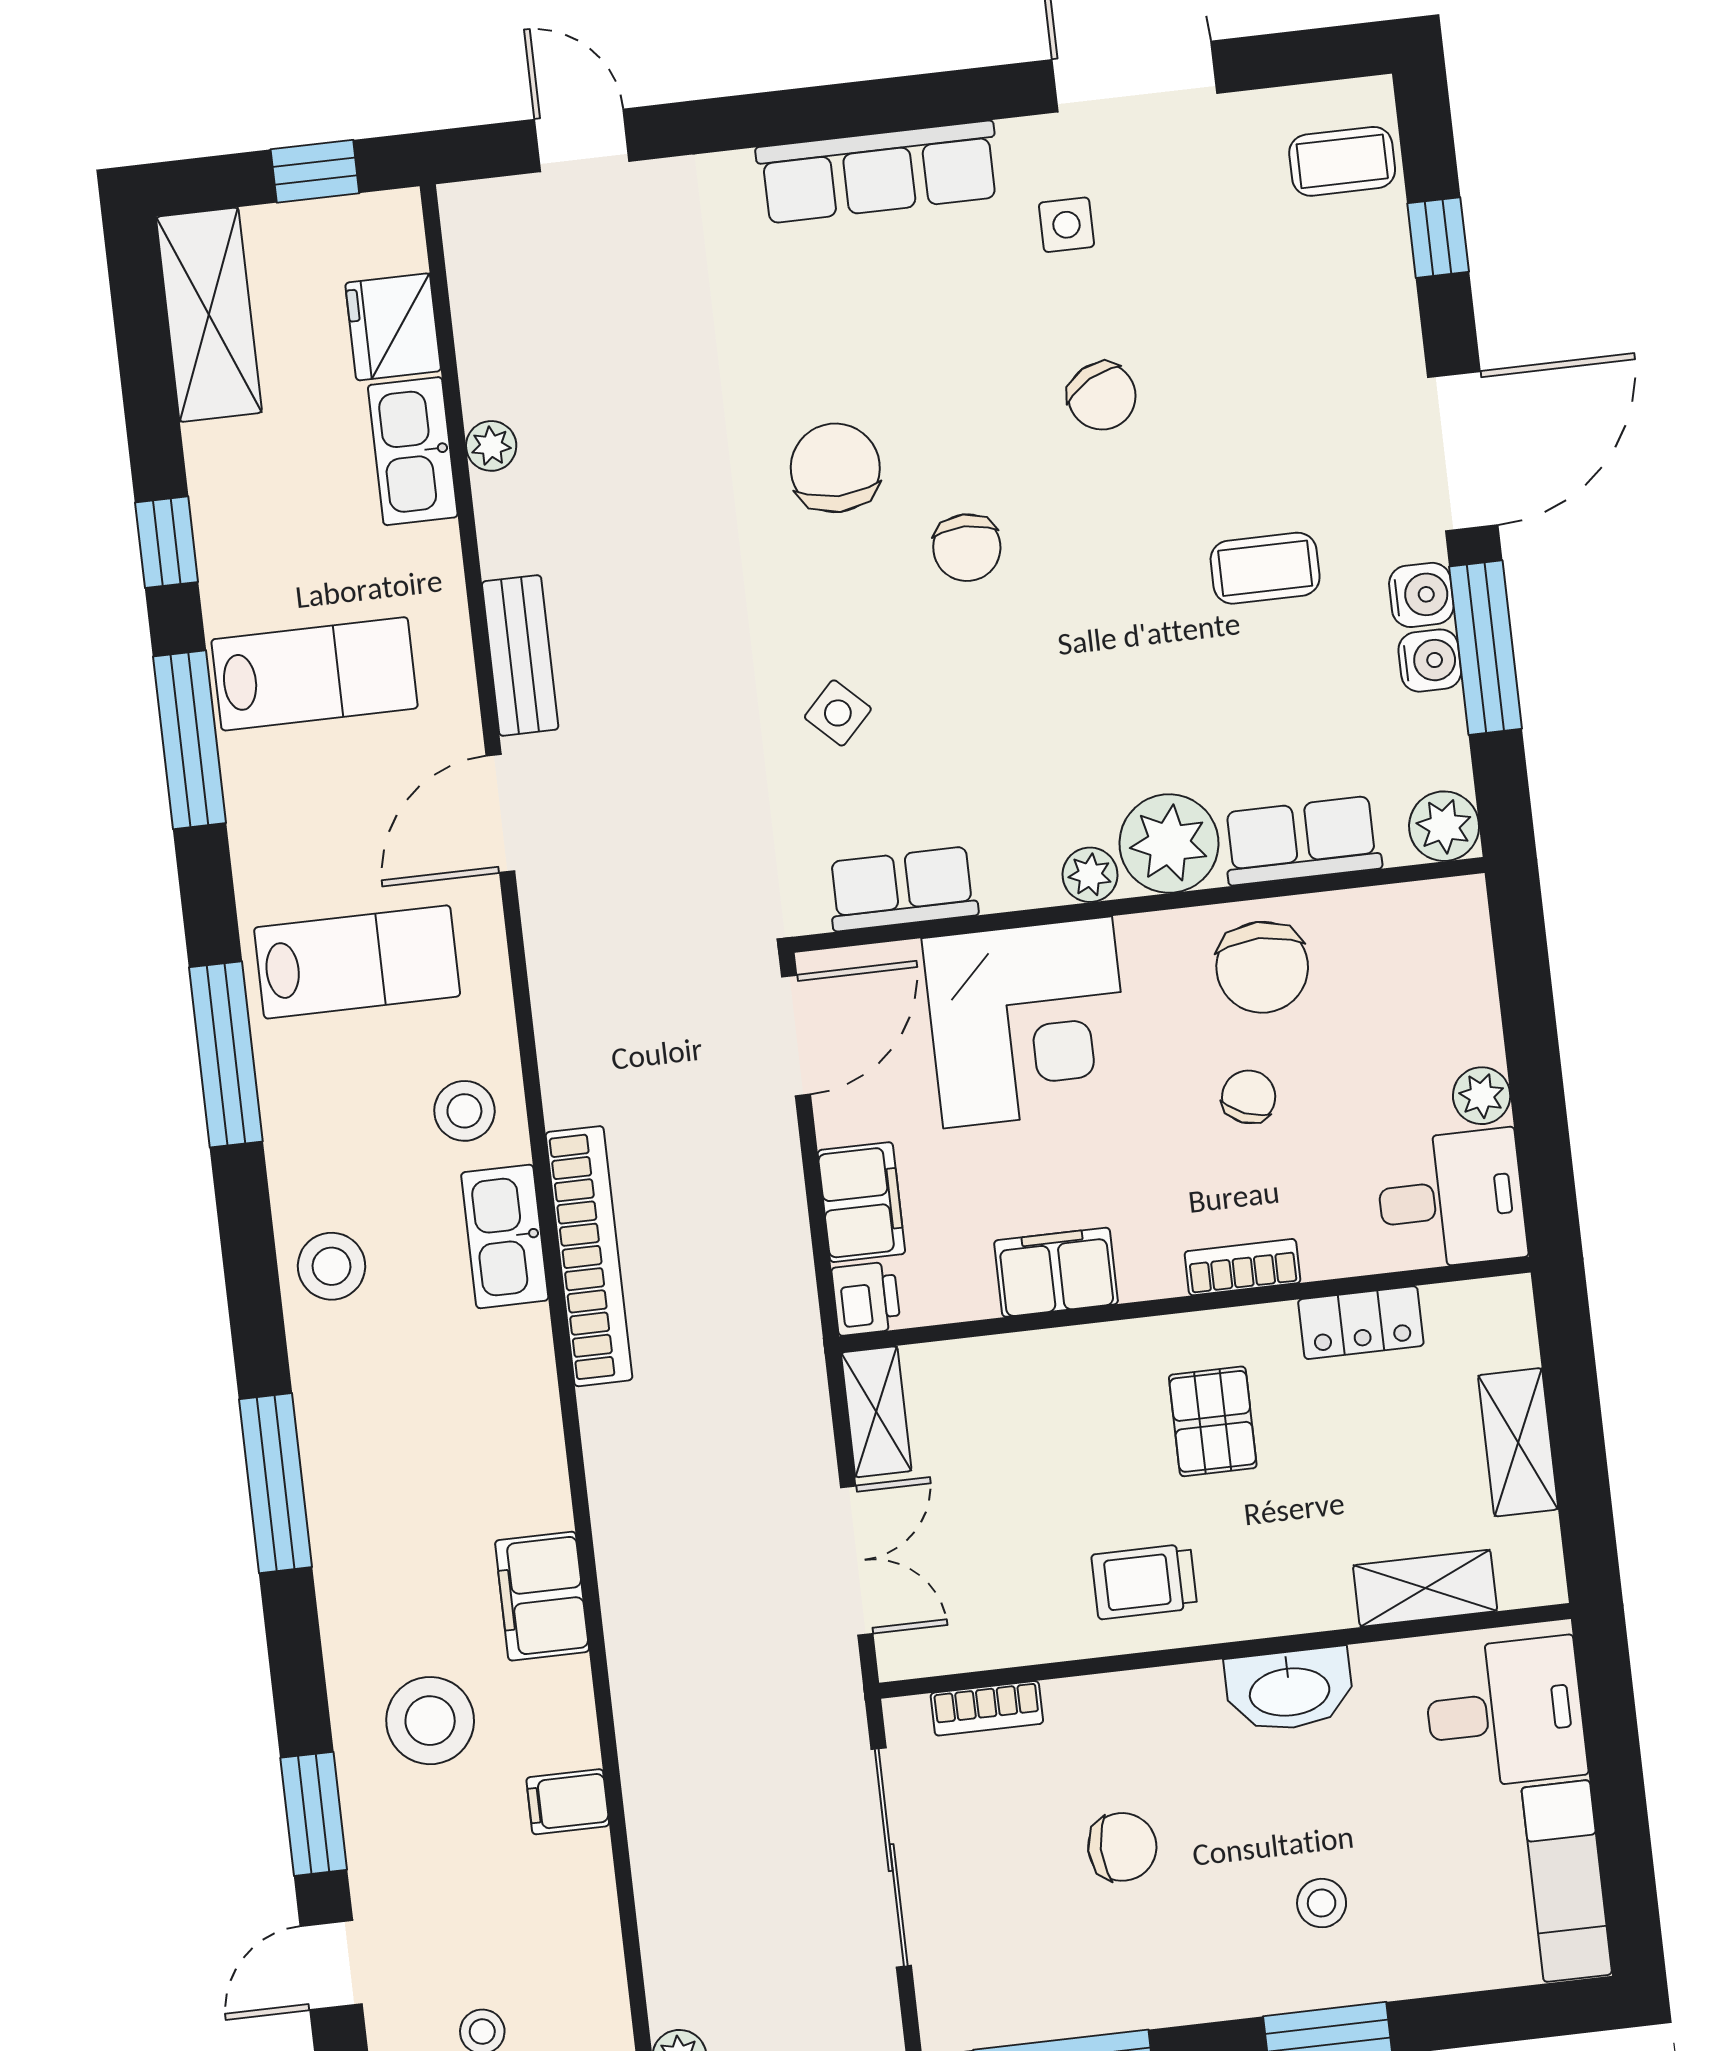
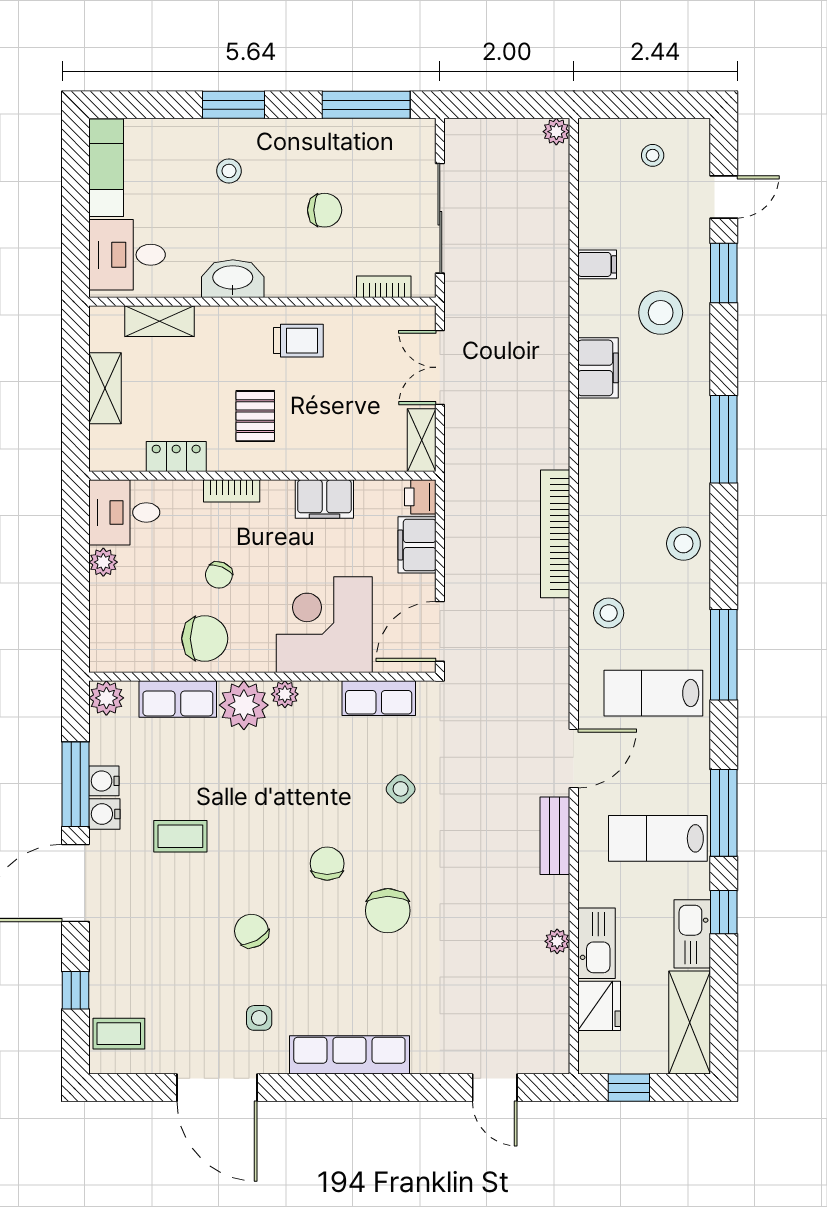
chair: (1262, 967) -> (205, 639), turned 90
kitchen sink: (505, 1236) -> (692, 934), moved, turned 180
chair: (1122, 1847) -> (325, 210), turned 180

